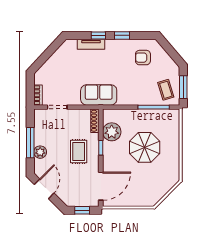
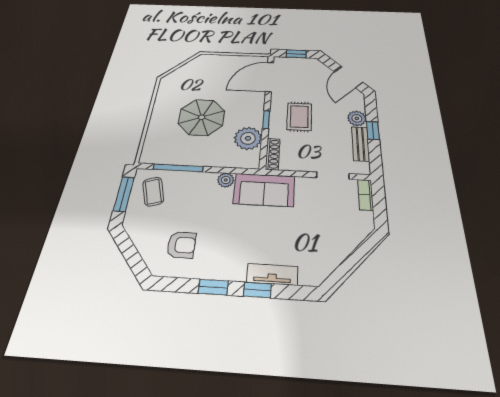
plant: (123, 100) -> (226, 180), added
bench: (39, 132) -> (360, 144), added
window: (30, 143) -> (373, 131), width x0.46

